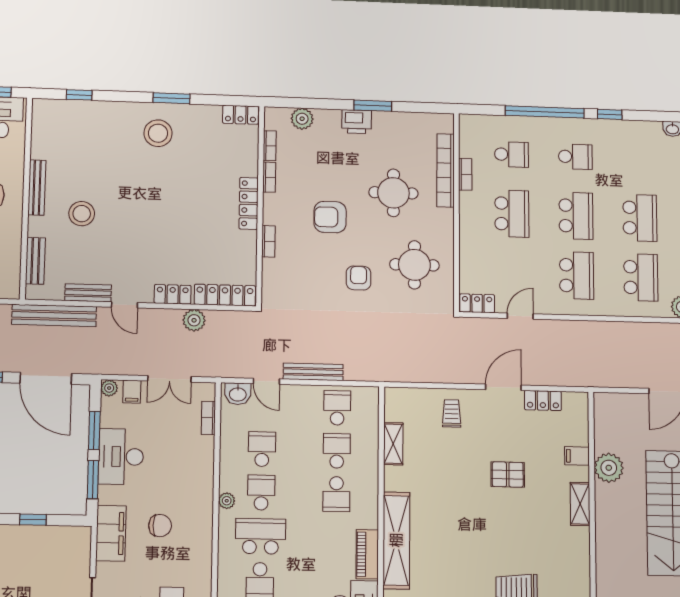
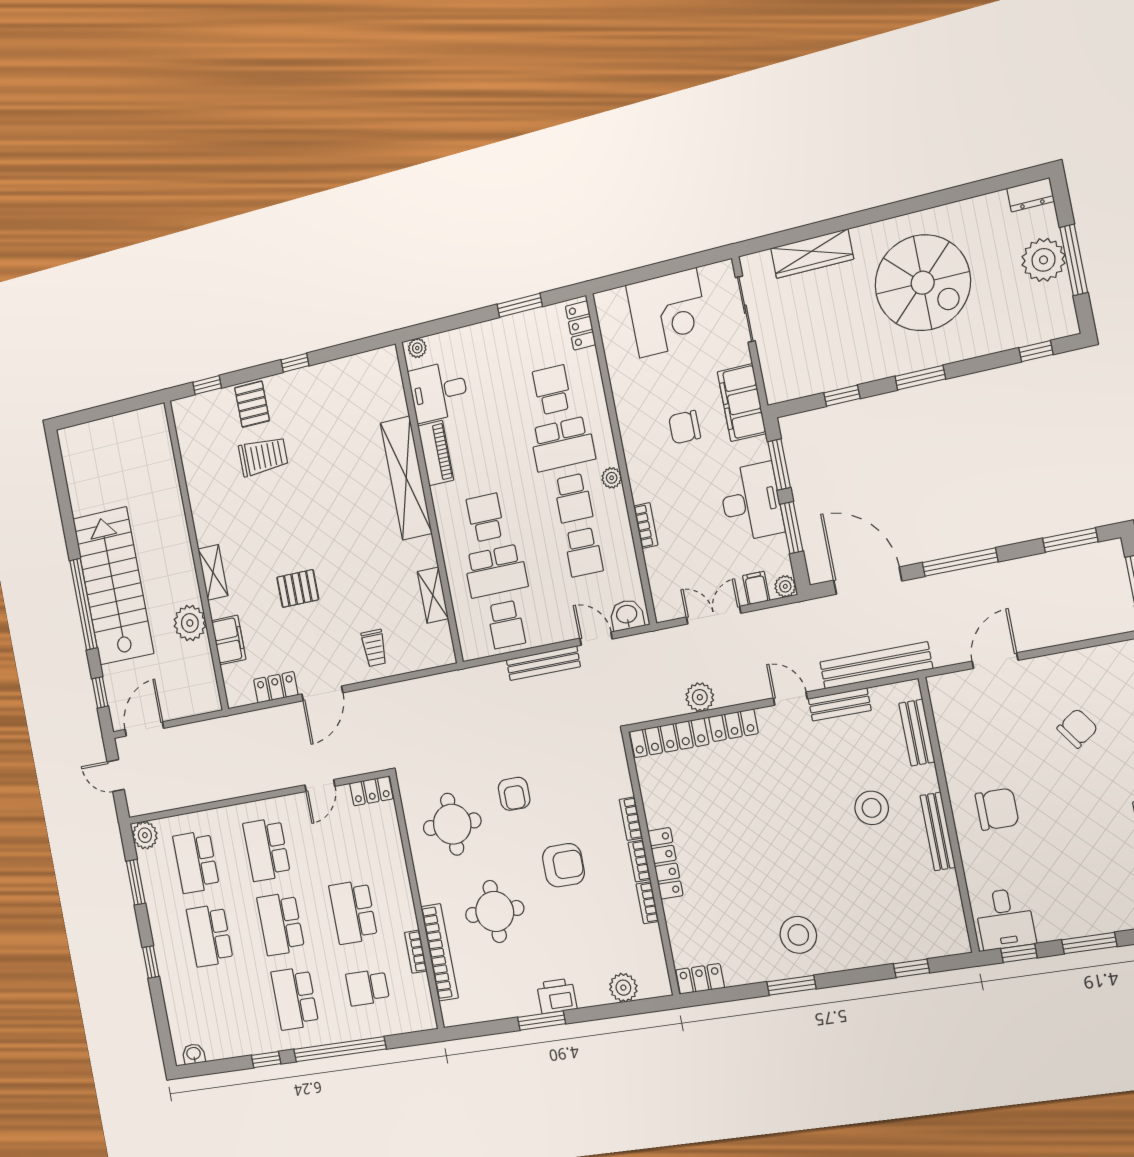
bookcase: (270, 146) -> (639, 861), moved
school desk: (575, 157) -> (295, 998), width x1.85
bookcase: (208, 418) -> (646, 526), moved
school desk: (337, 451) -> (496, 571), width x1.85
filing cabinet: (577, 456) -> (229, 640), width x2.00

